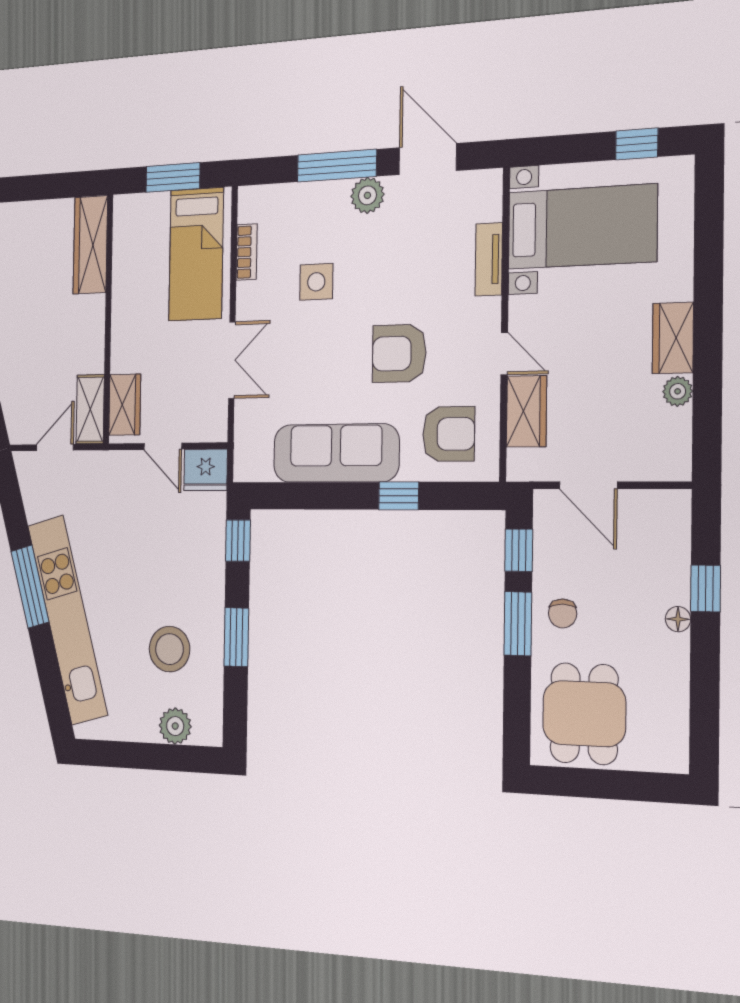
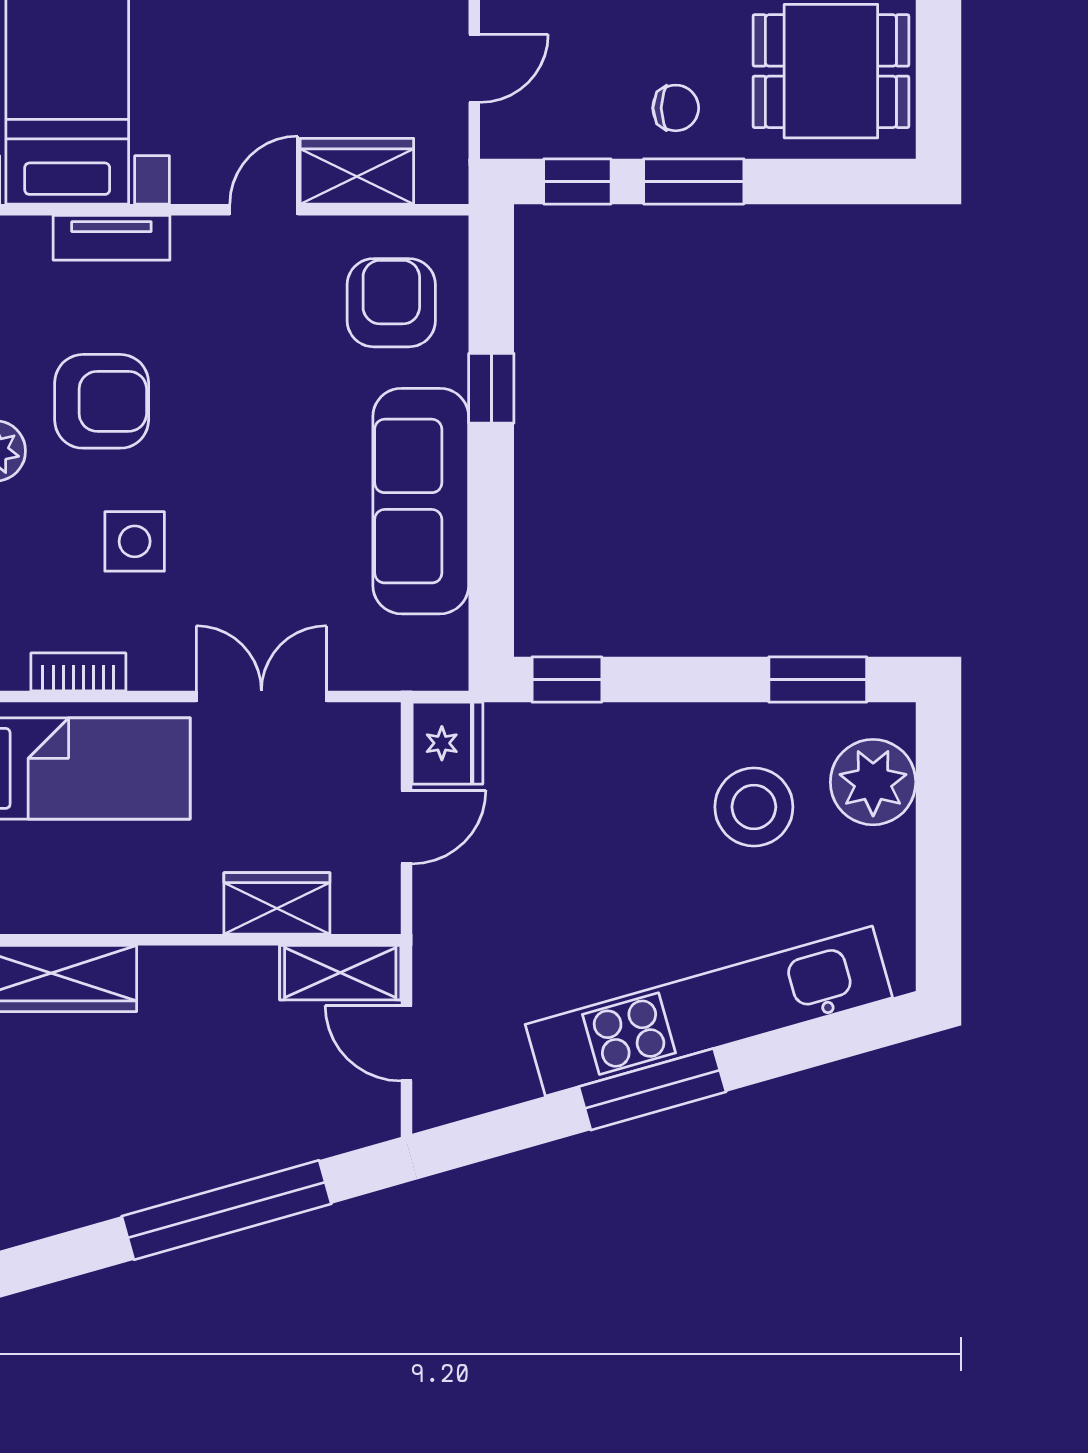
armchair: (399, 353) -> (102, 401), moved, turned -90
wardrobe: (125, 405) -> (277, 903), moved
door: (588, 485) -> (474, 68), width x0.73
window: (236, 637) -> (818, 680), moved
plant: (175, 726) -> (873, 782), width x1.36, depth x1.36

